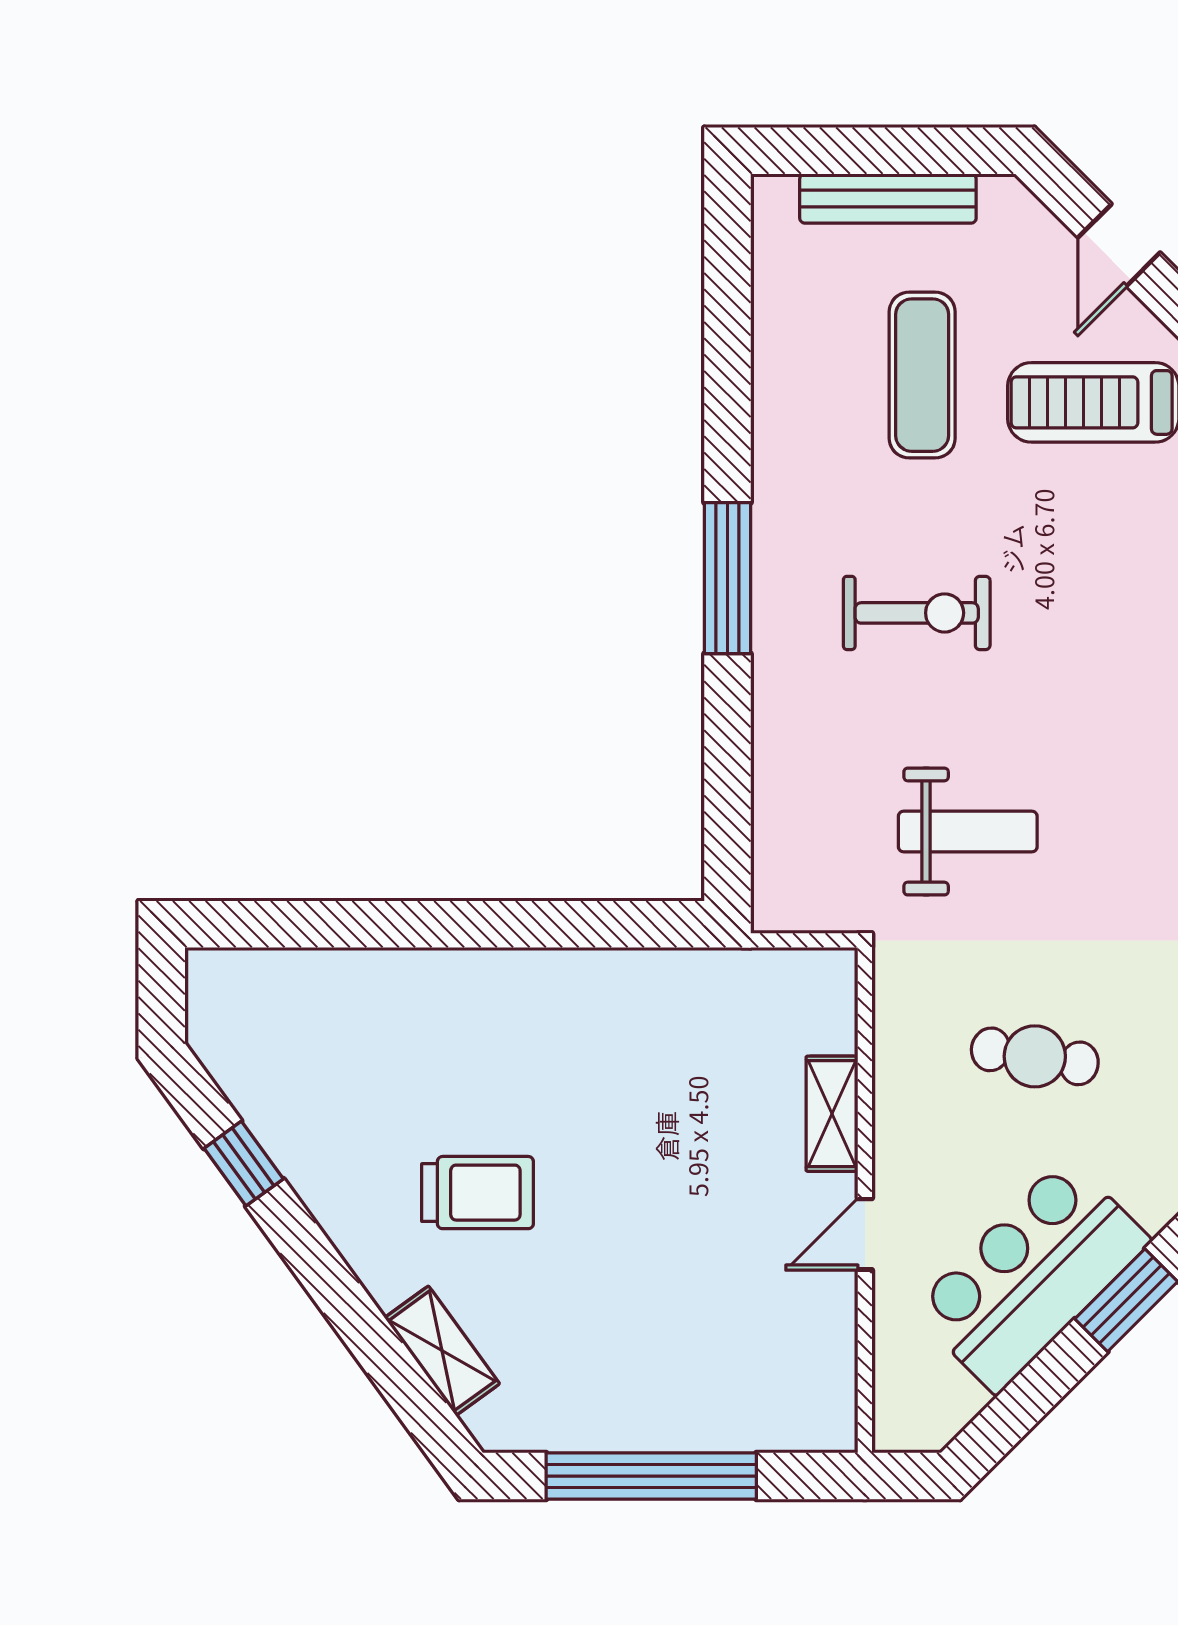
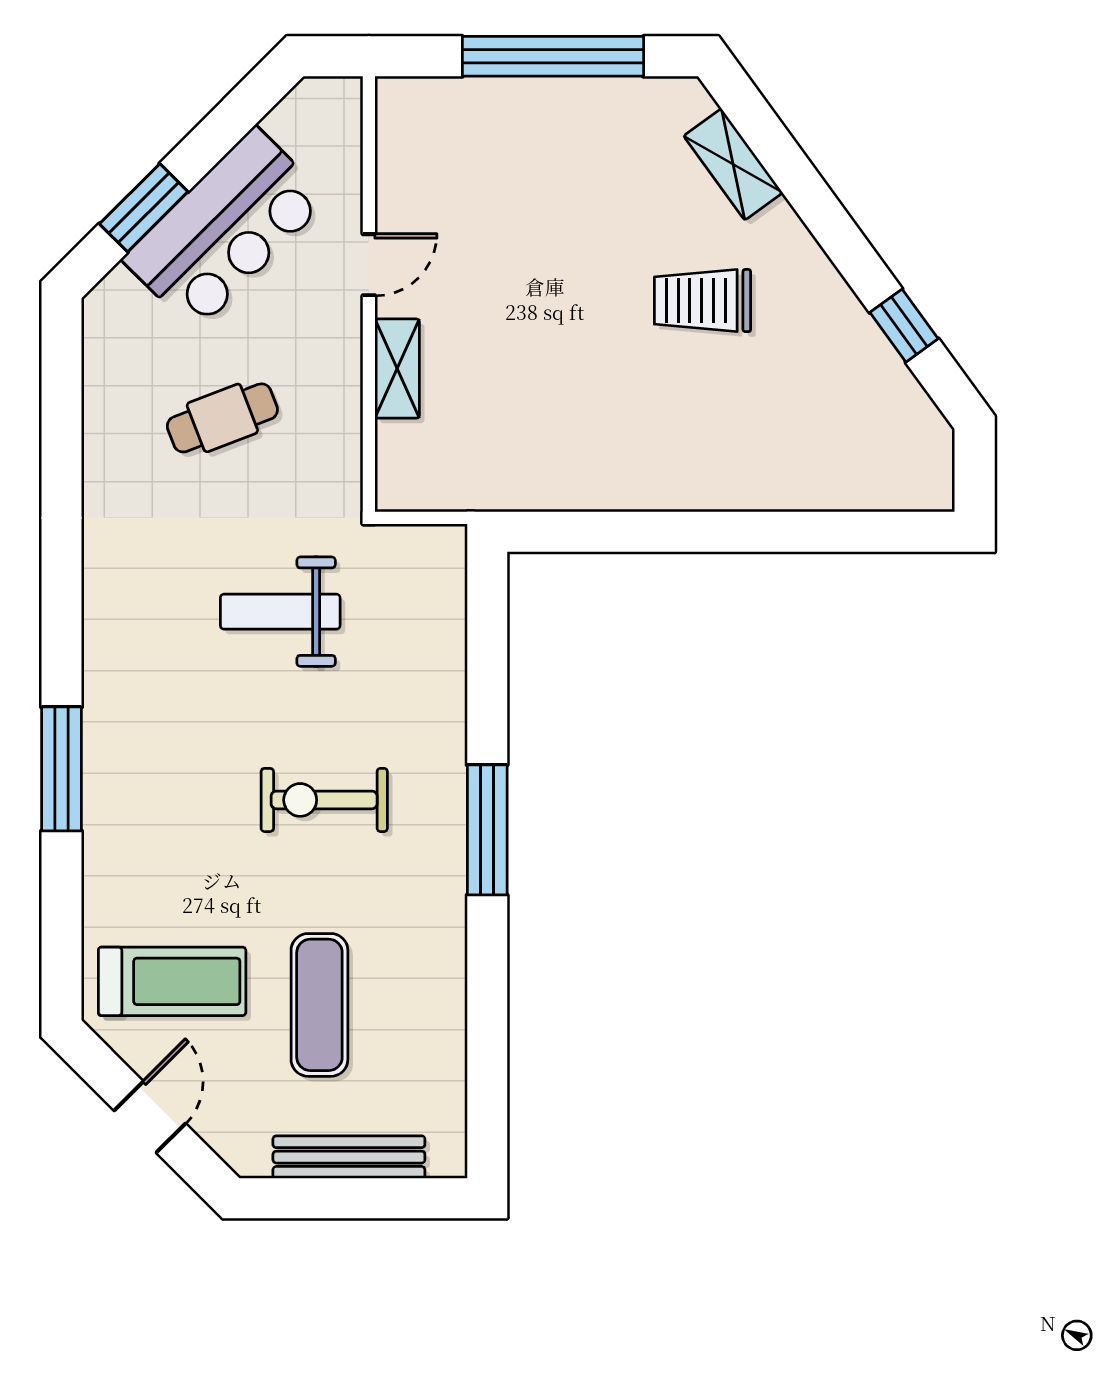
cafe table: (1035, 1056) -> (222, 418), turned -30

